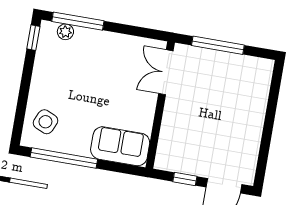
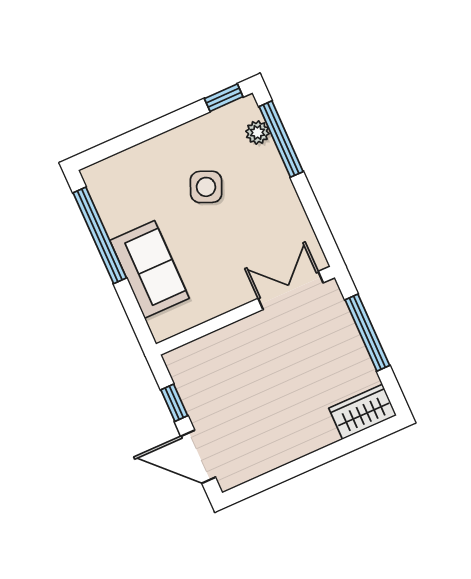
wardrobe: (260, 77) -> (363, 412), added
side table: (45, 122) -> (206, 187), moved
sofa: (120, 146) -> (149, 269), moved

